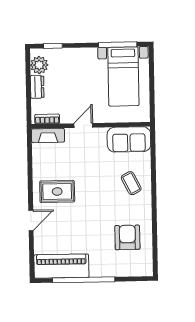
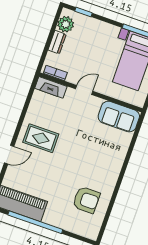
coffee table: (131, 183) -> (107, 155), removed
armchair: (127, 237) -> (86, 200), turned 90

